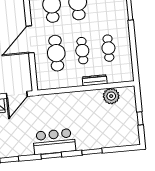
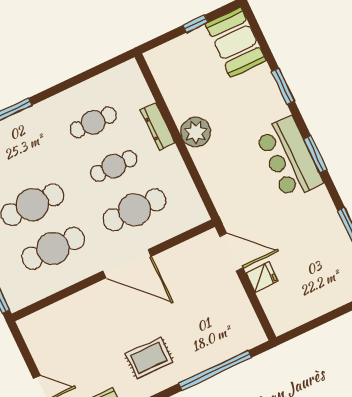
plant: (111, 96) -> (196, 132), moved
booth: (123, 136) -> (236, 42), added

